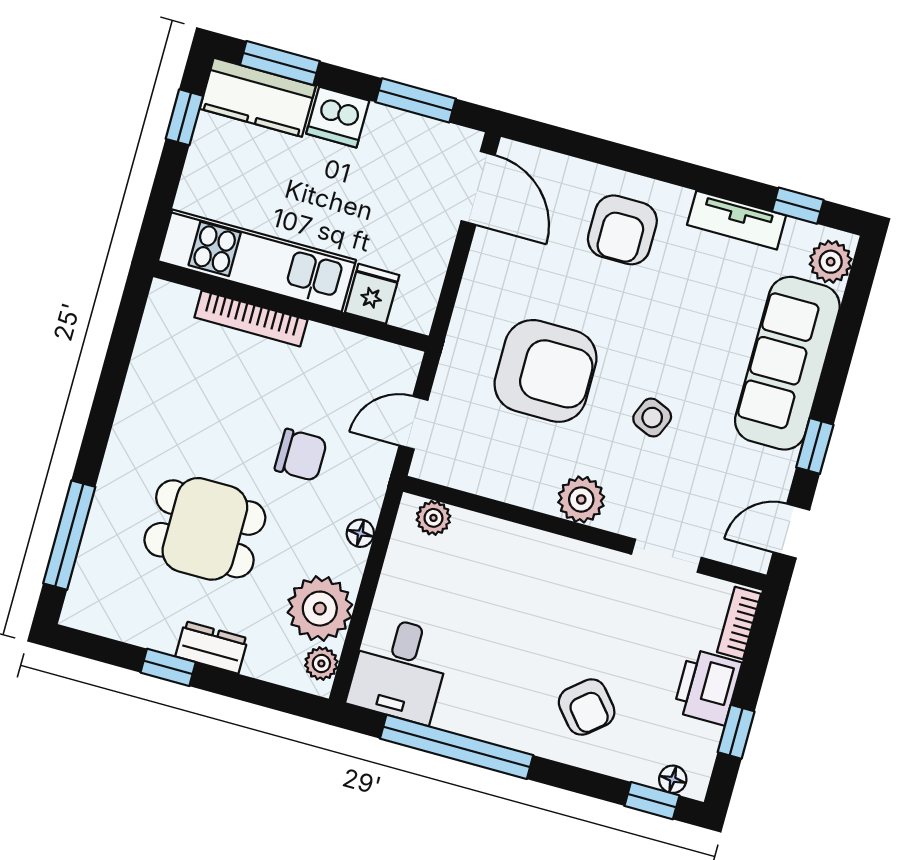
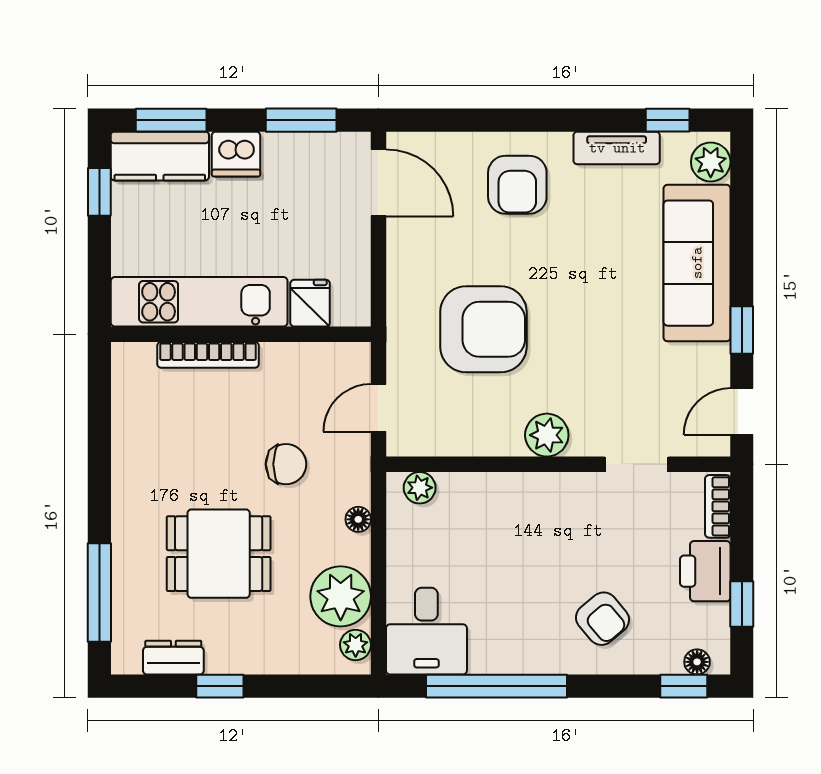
side table: (652, 418) -> (590, 345), removed
dresser: (212, 647) -> (173, 658), moved

